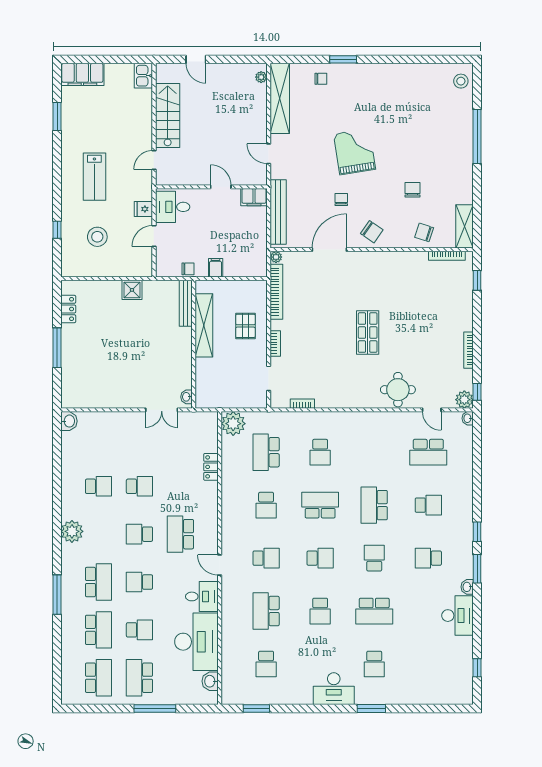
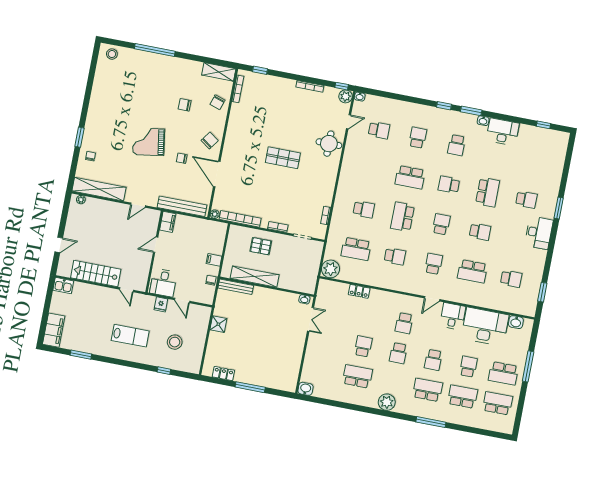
school desk: (428, 452) -> (379, 130), width x0.54
school desk: (99, 486) -> (357, 376), width x1.85
school desk: (180, 534) -> (404, 323), width x0.54

